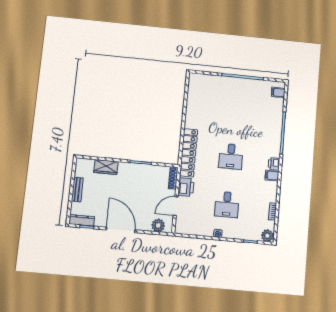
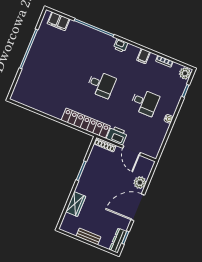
filing cabinet: (278, 92) -> (58, 21), width x2.00
filing cabinet: (272, 176) -> (143, 56), moved
plant: (158, 225) -> (140, 183), moved

